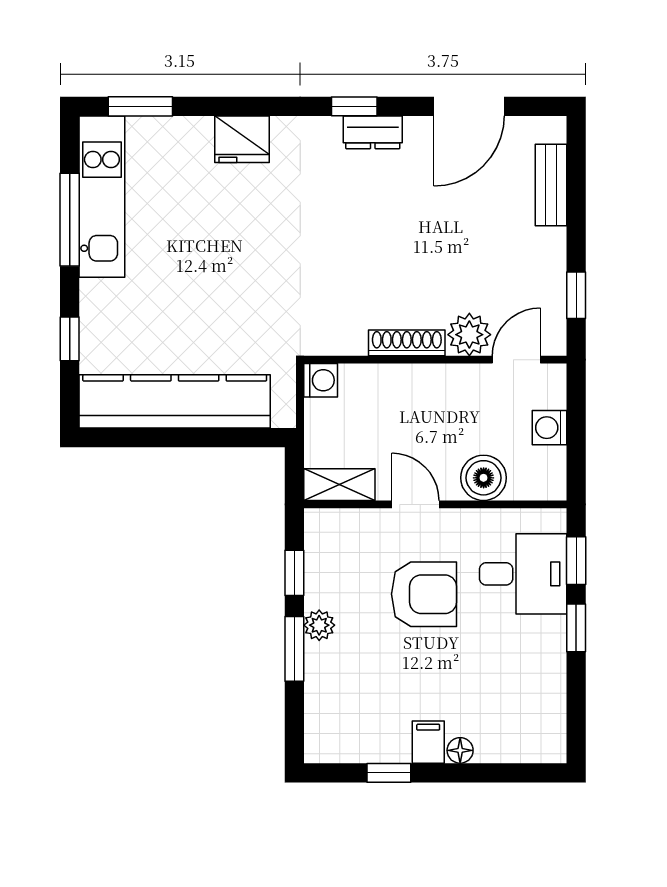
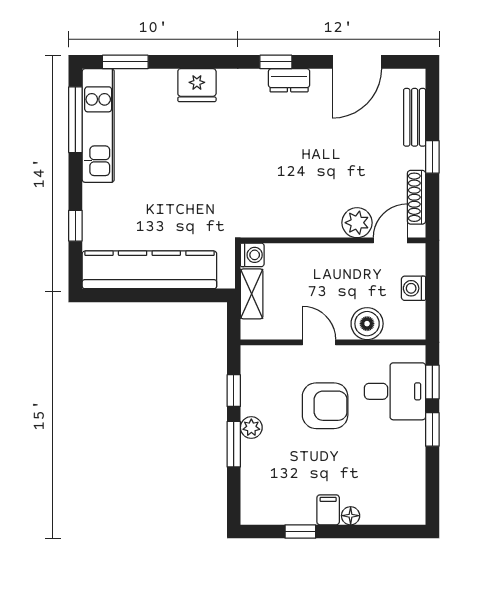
window: (70, 220) -> (75, 120), moved
window: (576, 295) -> (432, 157), moved
shoe rack: (407, 343) -> (416, 197), moved, turned -90
shelving: (339, 485) -> (252, 294), moved, turned 90

